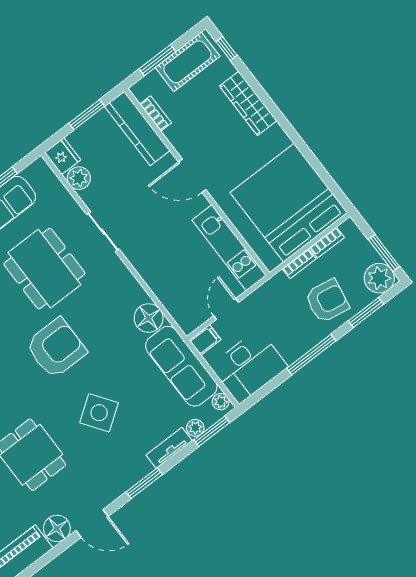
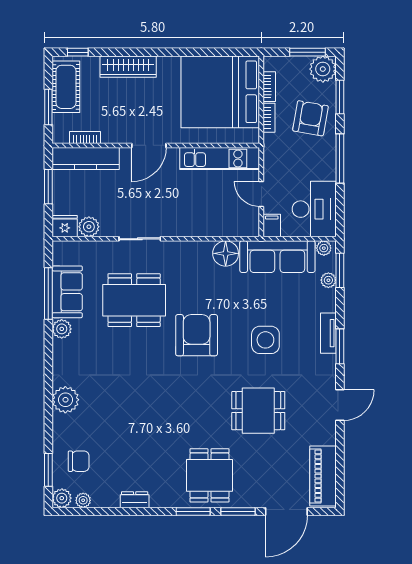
side table: (99, 413) -> (265, 340), turned 35
tv unit: (169, 448) -> (328, 333), moved
floor lamp: (57, 528) -> (324, 433), removed

